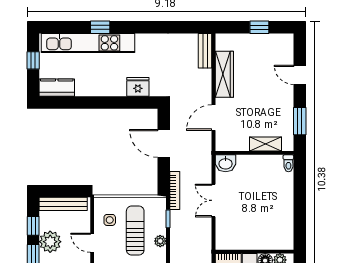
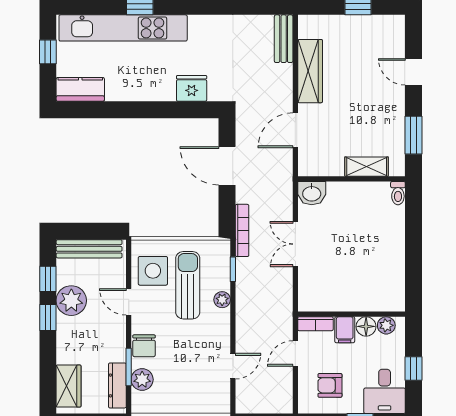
side table: (110, 220) -> (153, 271), width x1.87, depth x1.87

